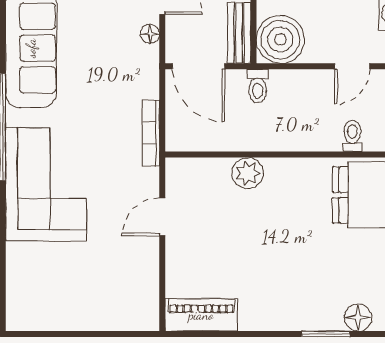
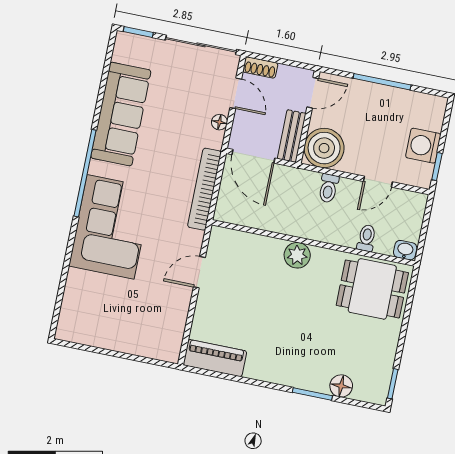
toilet: (258, 86) -> (328, 188), moved
bookcase: (151, 133) -> (204, 189), width x1.48, depth x1.31
plant: (248, 173) -> (297, 255), moved

